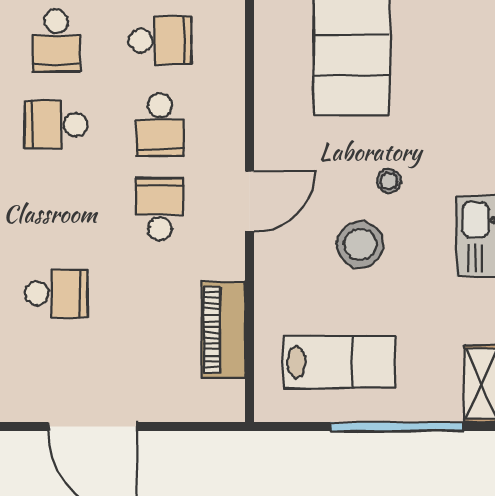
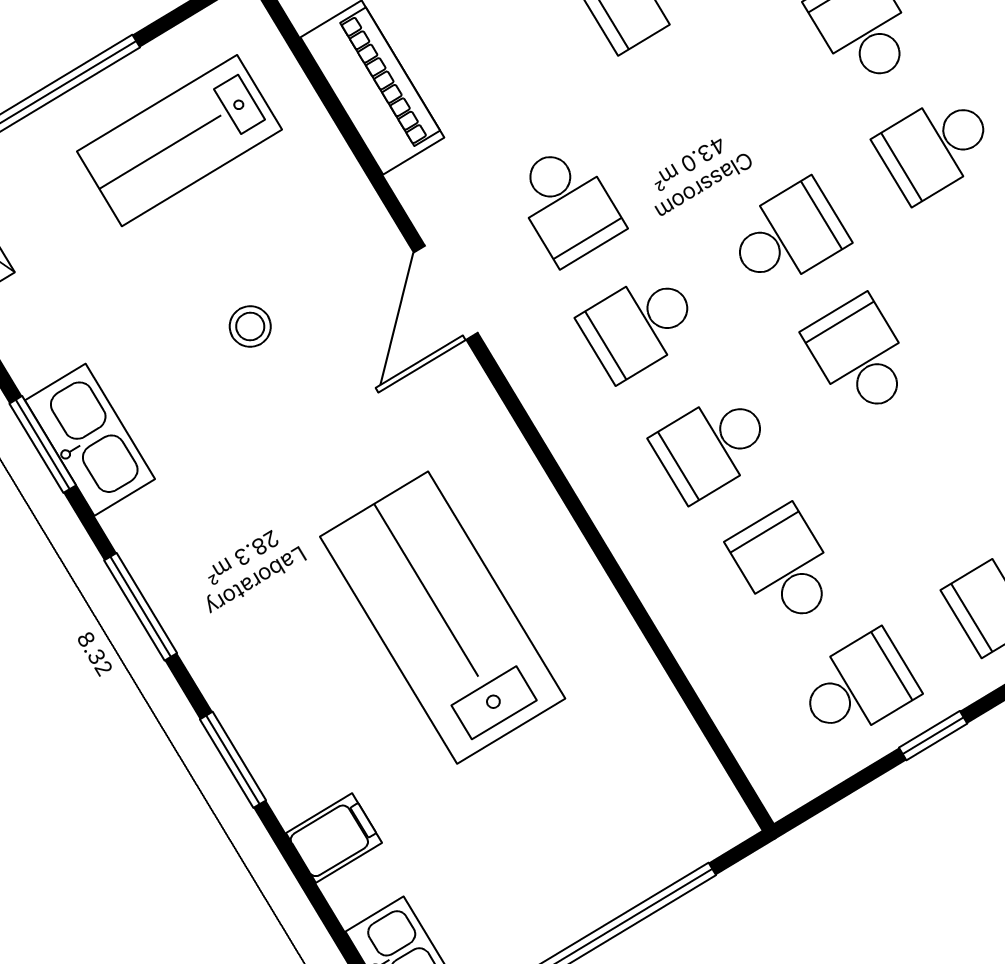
school desk: (160, 125) -> (640, 325), turned -90
stool: (389, 181) -> (264, 442), removed
stool: (360, 245) -> (250, 327), width x0.53, depth x0.53

